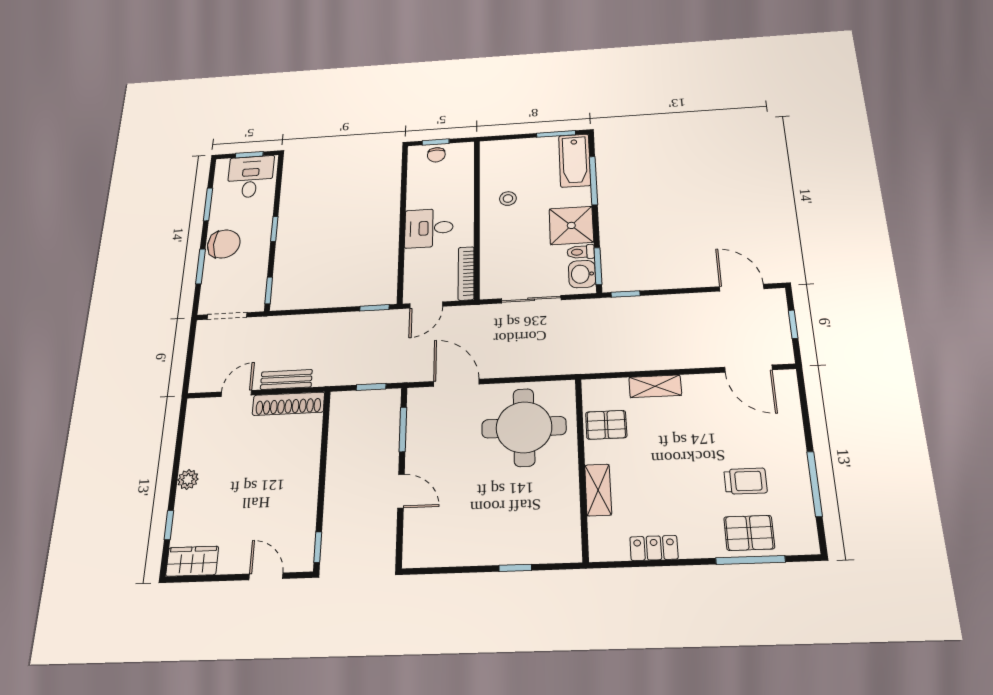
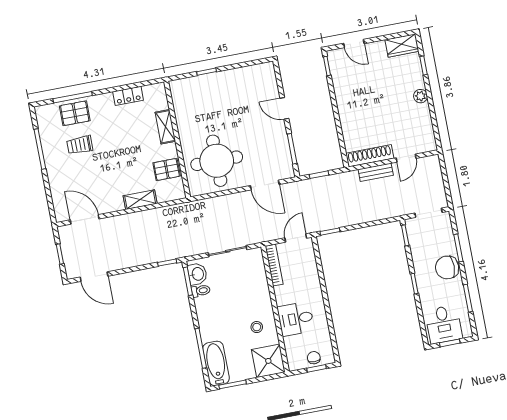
shower: (571, 225) -> (268, 361), moved
desk: (429, 228) -> (296, 319), moved, turned 180

